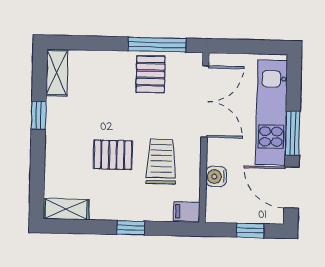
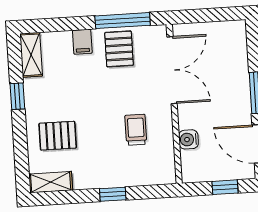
kitchen unit: (271, 112) -> (235, 75), removed
pallet: (113, 155) -> (58, 136), moved
trolley: (161, 161) -> (136, 130), width x0.73, depth x0.72
filing cabinet: (187, 211) -> (82, 42), moved, turned -90

